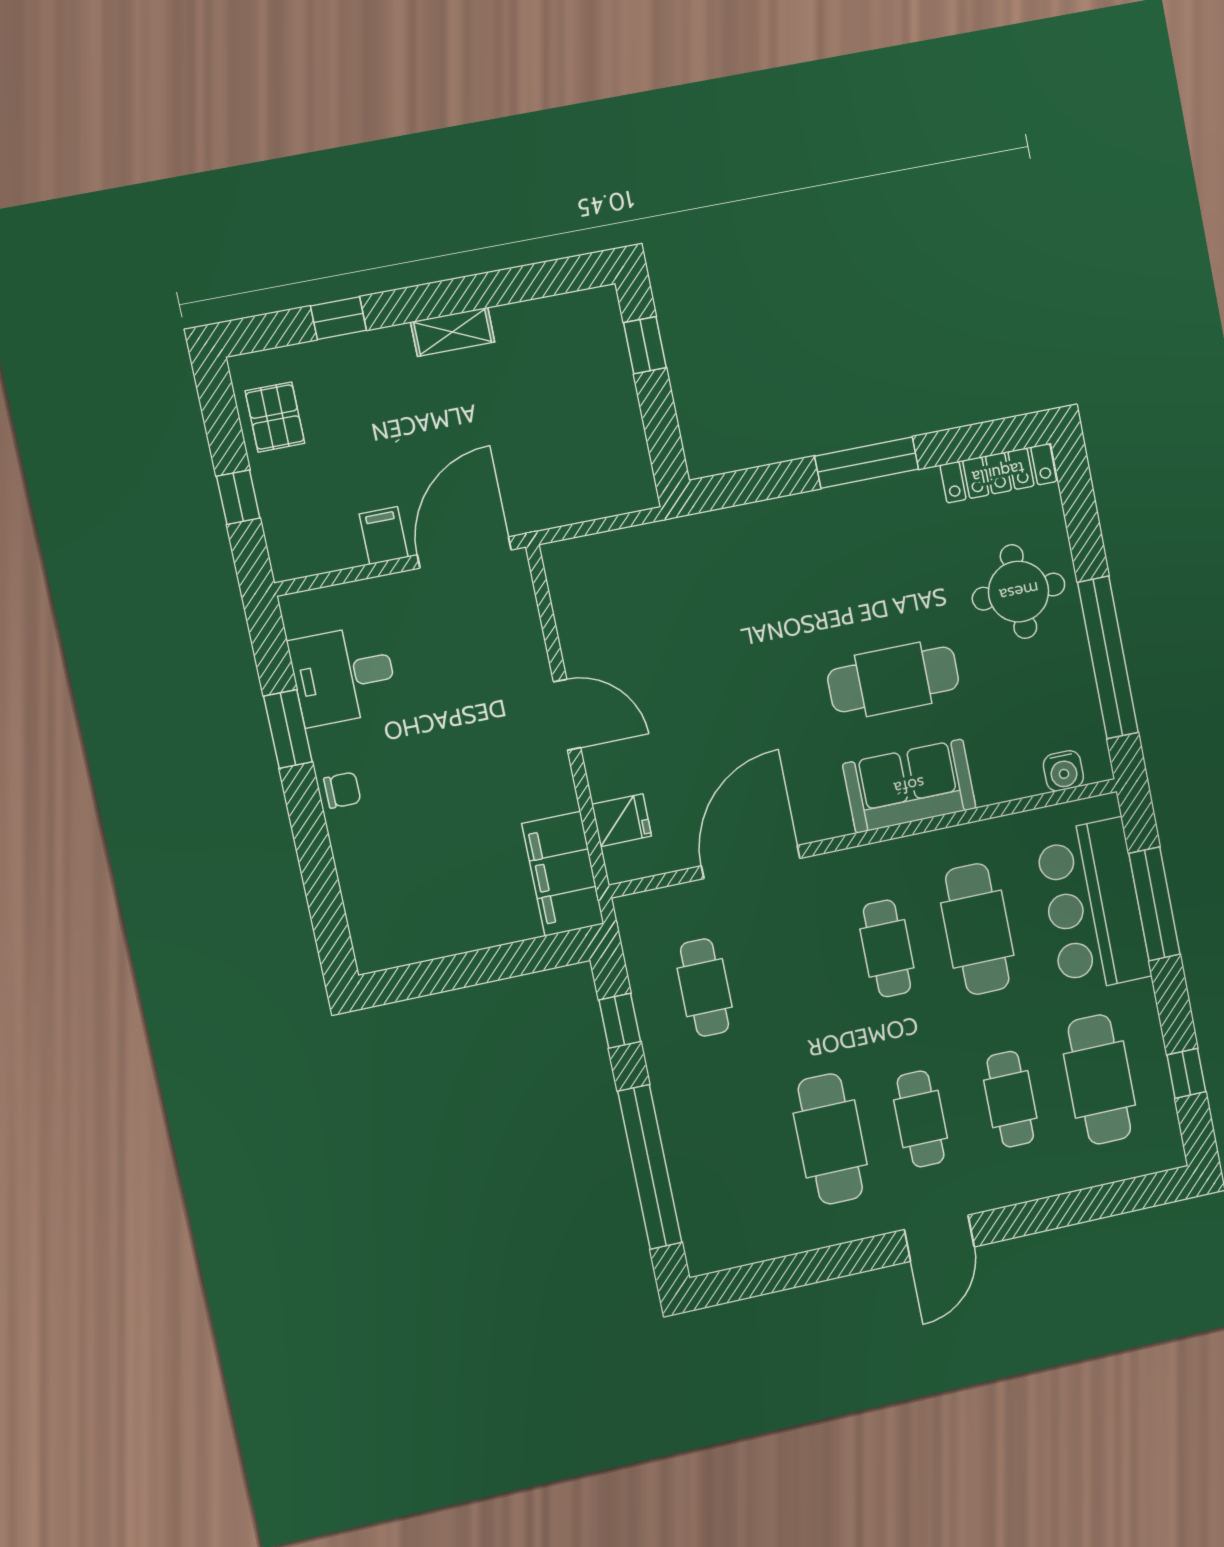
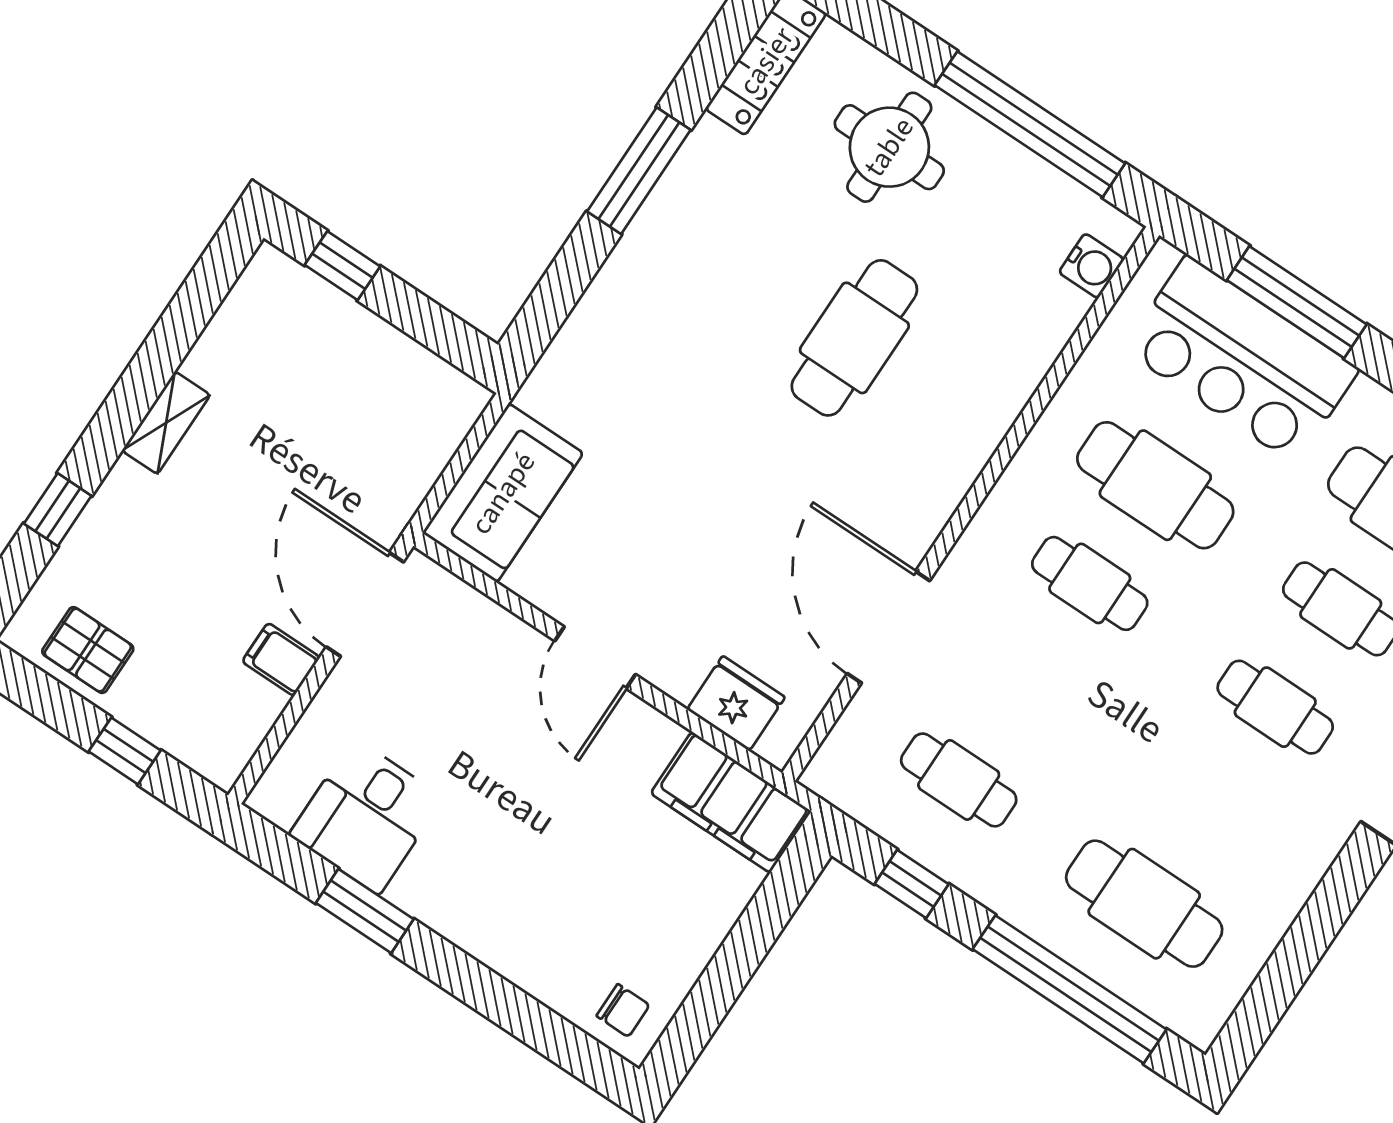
door: (567, 715) -> (595, 658), swing flipped
sofa: (909, 786) -> (503, 493), moved, turned 180
chair: (342, 790) -> (623, 1010), moved, turned 90
fridge: (622, 820) -> (736, 703), width x1.38
cafe table: (830, 1139) -> (1144, 904), moved

